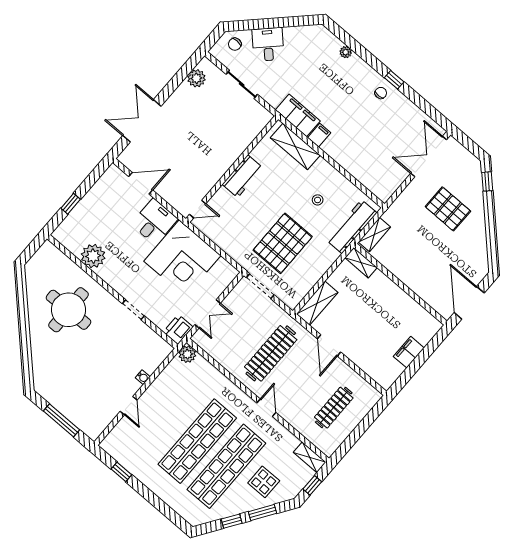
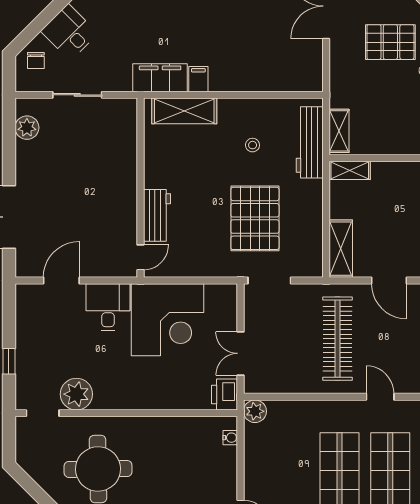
workbench: (243, 176) -> (157, 215), moved
doorway: (133, 310) -> (43, 413), moved
double door: (208, 314) -> (240, 353), swing flipped
water cooler: (143, 377) -> (230, 438), moved

